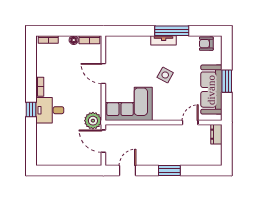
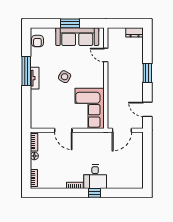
door: (103, 73) -> (63, 130), hinge flipped
plant: (93, 121) -> (104, 139), removed
dresser: (216, 134) -> (135, 32), moved

